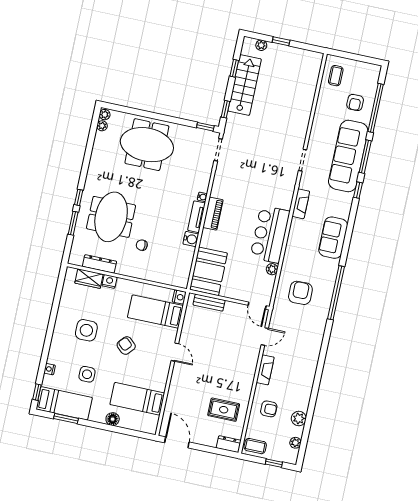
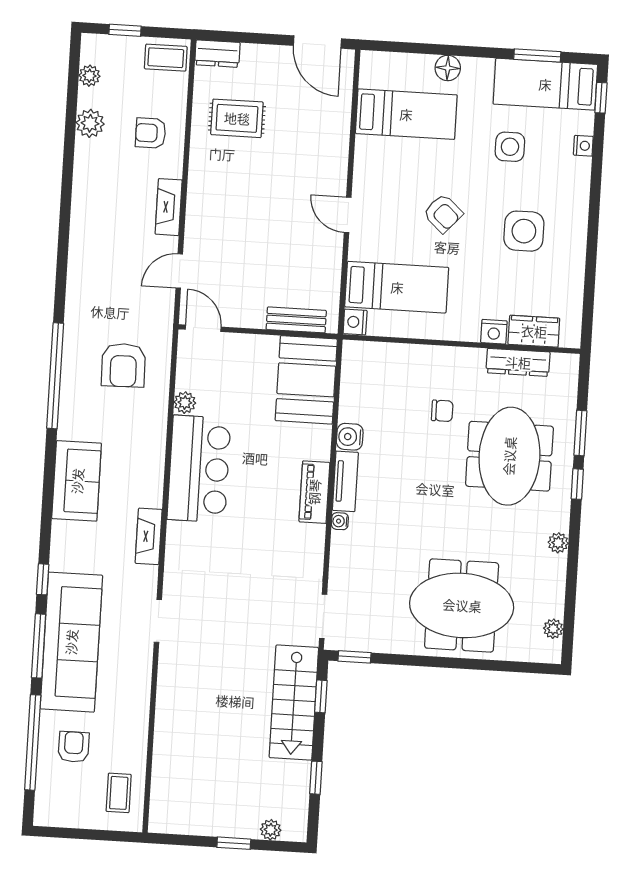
stairs: (245, 85) -> (294, 703), moved
plant: (105, 115) -> (558, 543), moved

